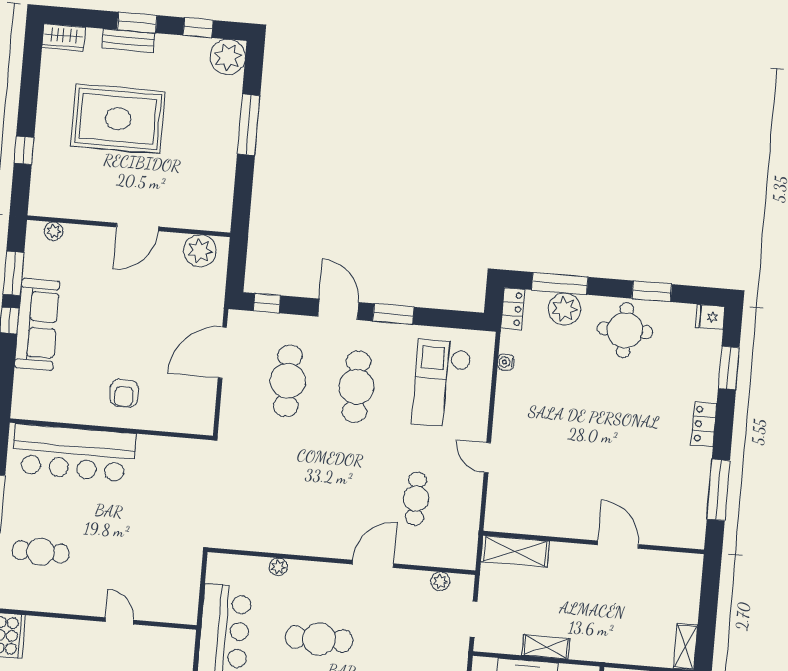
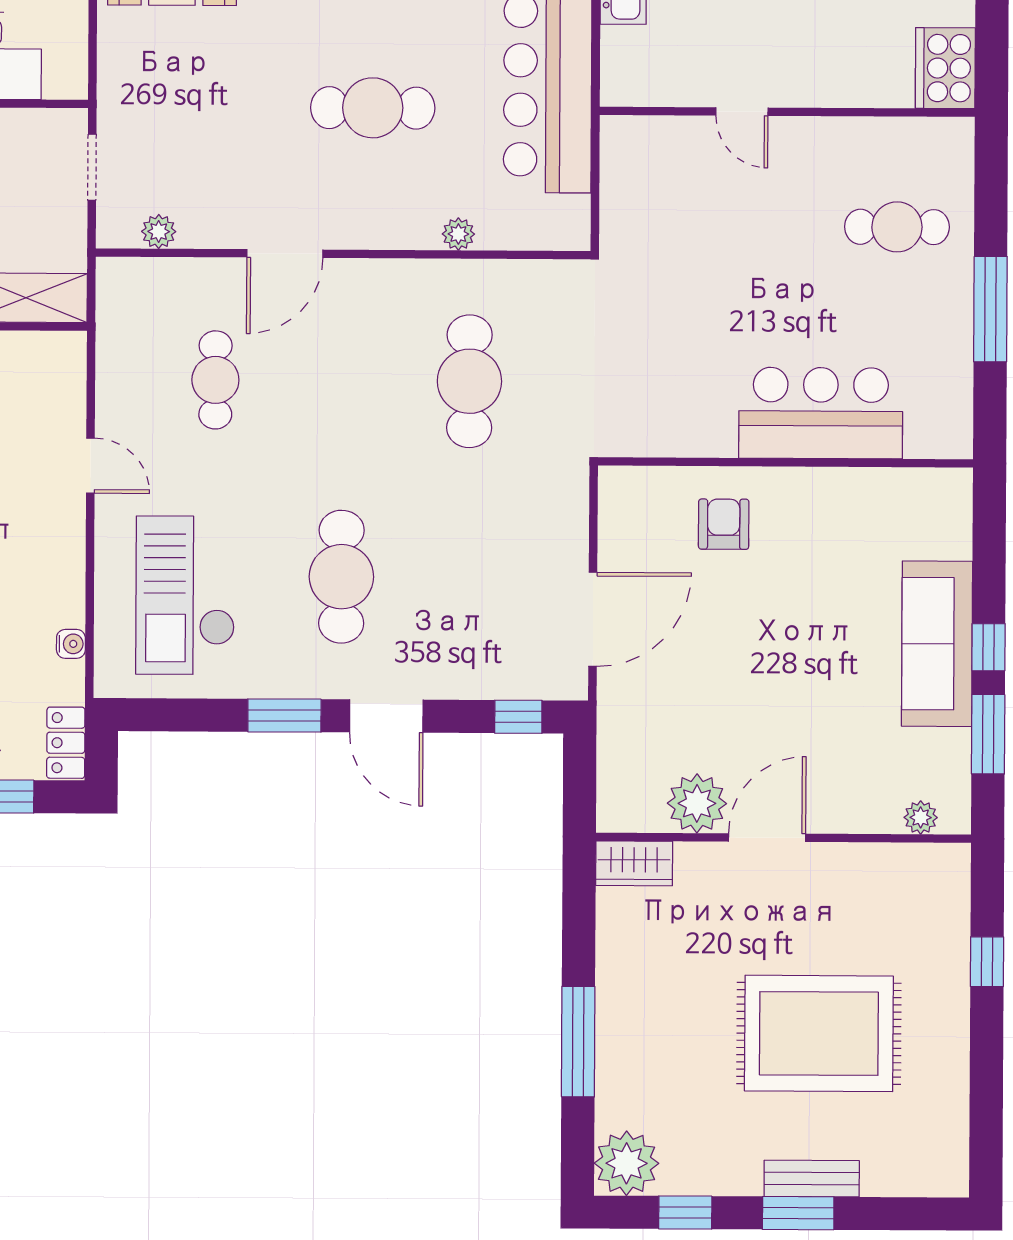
wardrobe: (64, 37) -> (634, 863), moved, turned 180
plant: (200, 251) -> (697, 803), moved
cafe table: (288, 381) -> (469, 381), moved
checkout: (442, 383) -> (185, 595), turned 180
armchair: (124, 393) -> (724, 524), moved
bar counter: (74, 453) -> (821, 413), width x0.73

